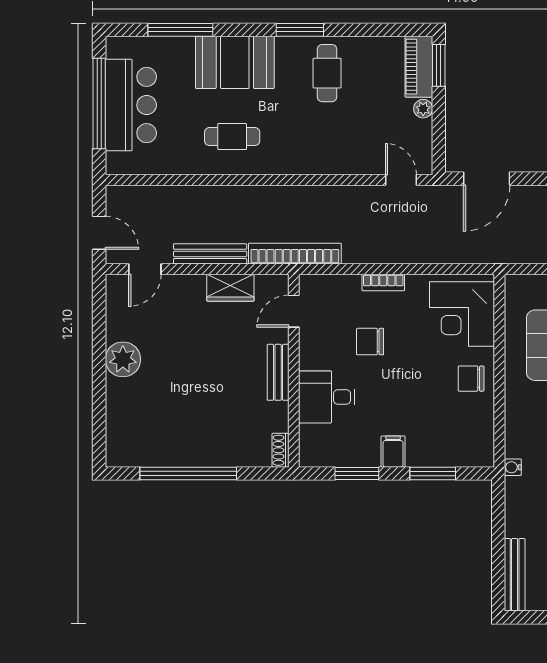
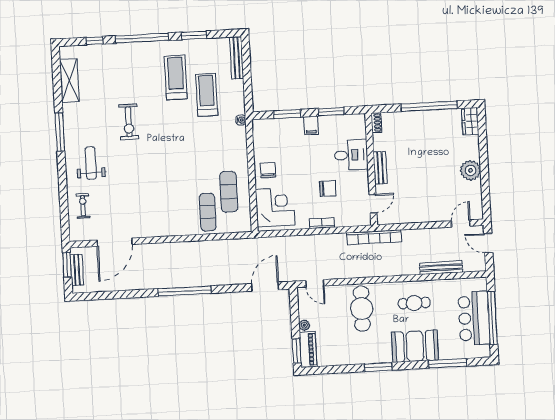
cafe table: (327, 73) -> (362, 309), moved, width x1.37, depth x1.35
bench: (210, 254) -> (441, 268), moved
wardrobe: (230, 288) -> (470, 121), moved, turned -90
chair: (471, 379) -> (268, 170), turned -90

